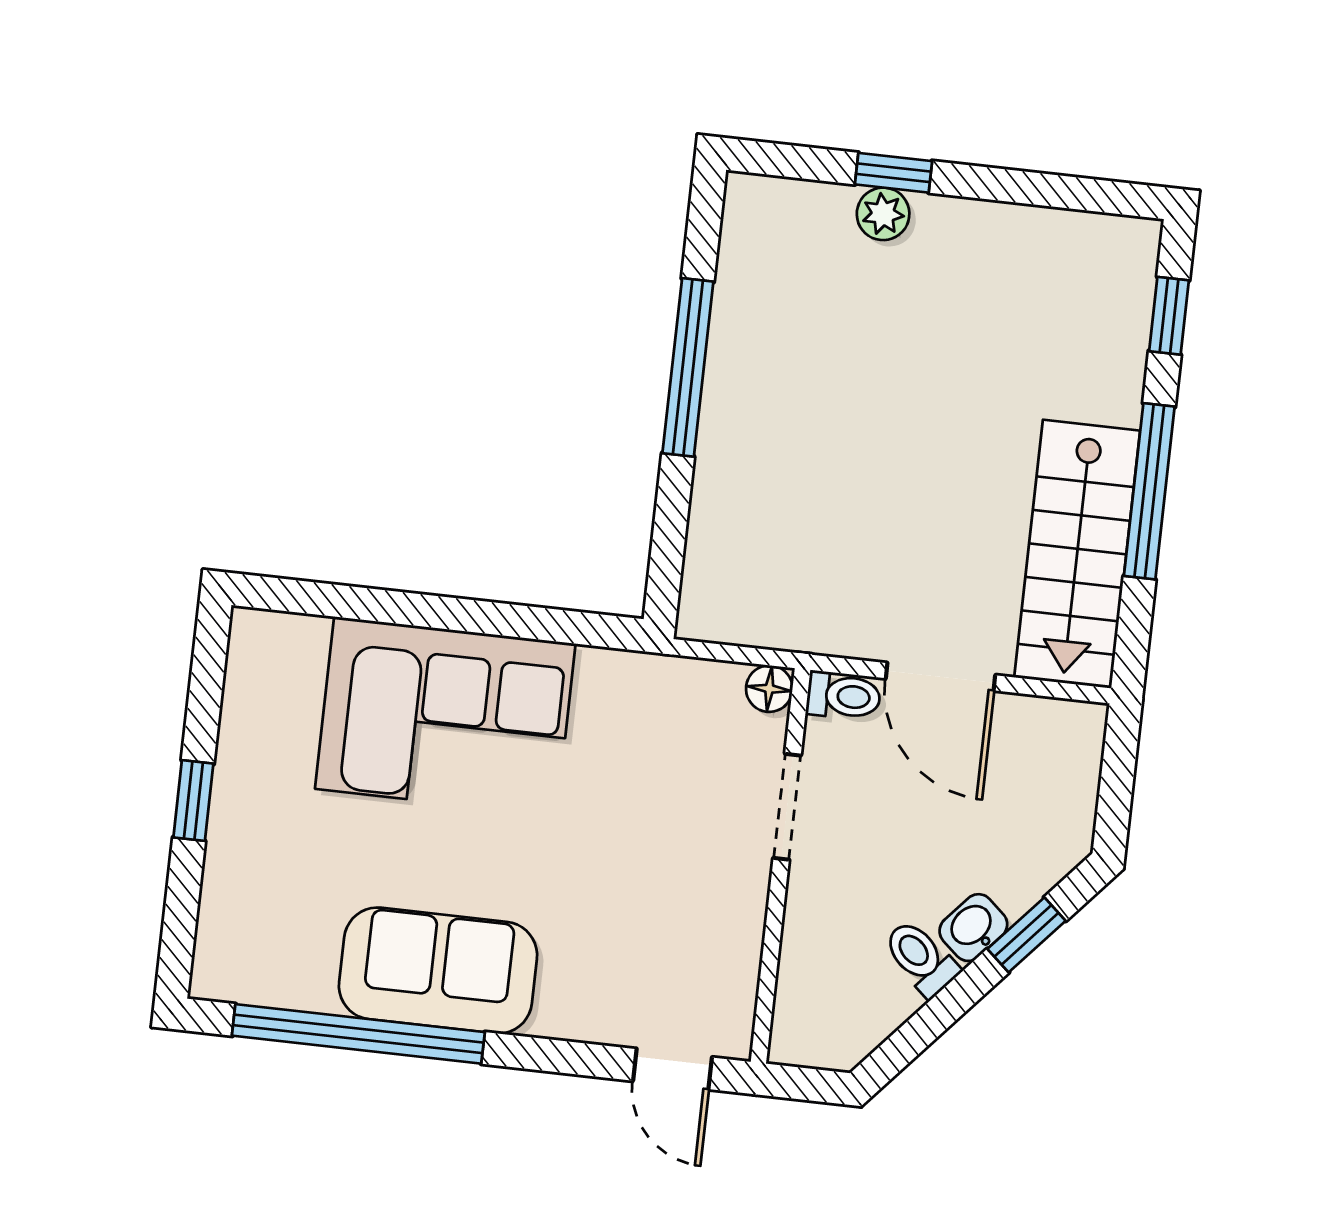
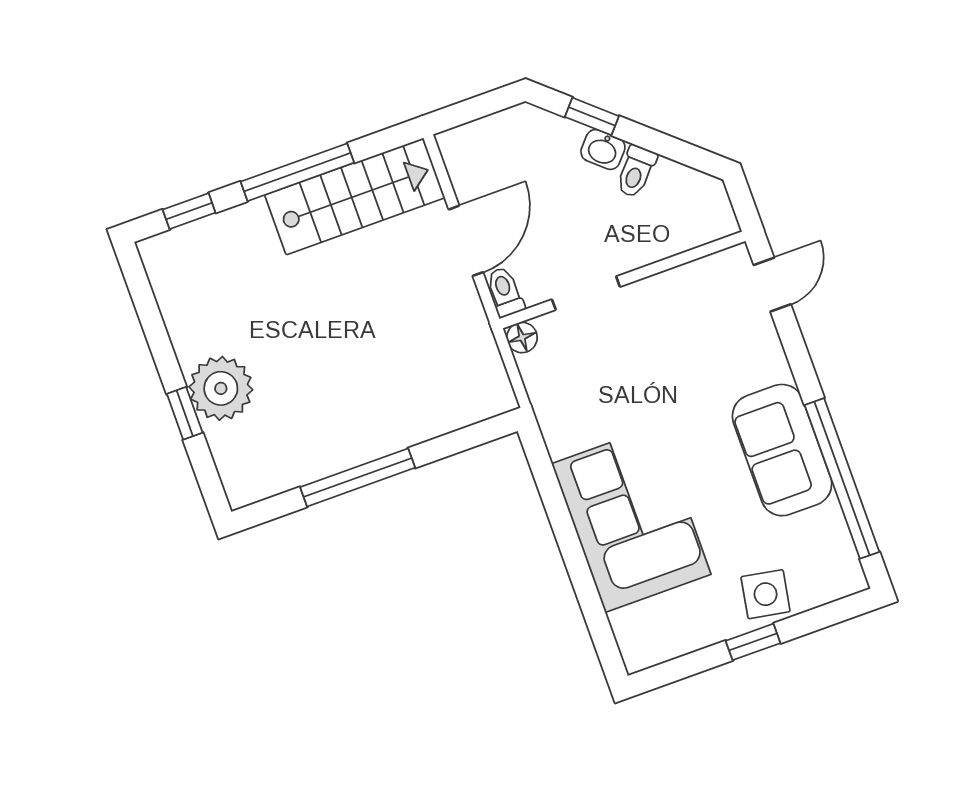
plant: (883, 214) -> (221, 388), width x1.87, depth x1.87
side table: (251, 850) -> (766, 594), added

